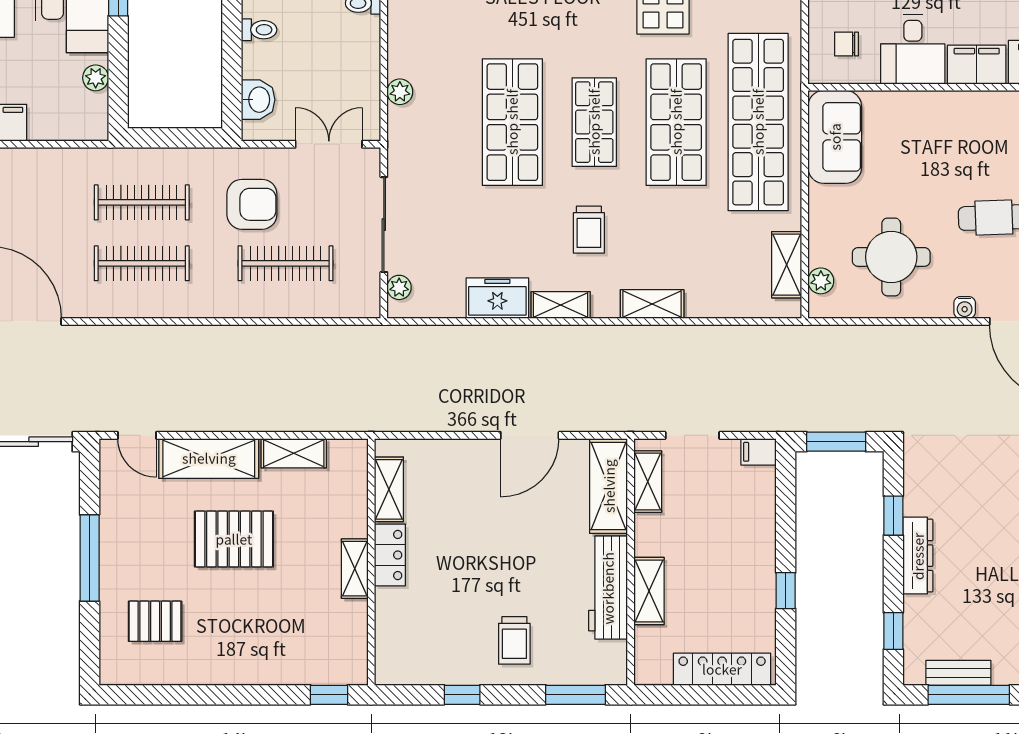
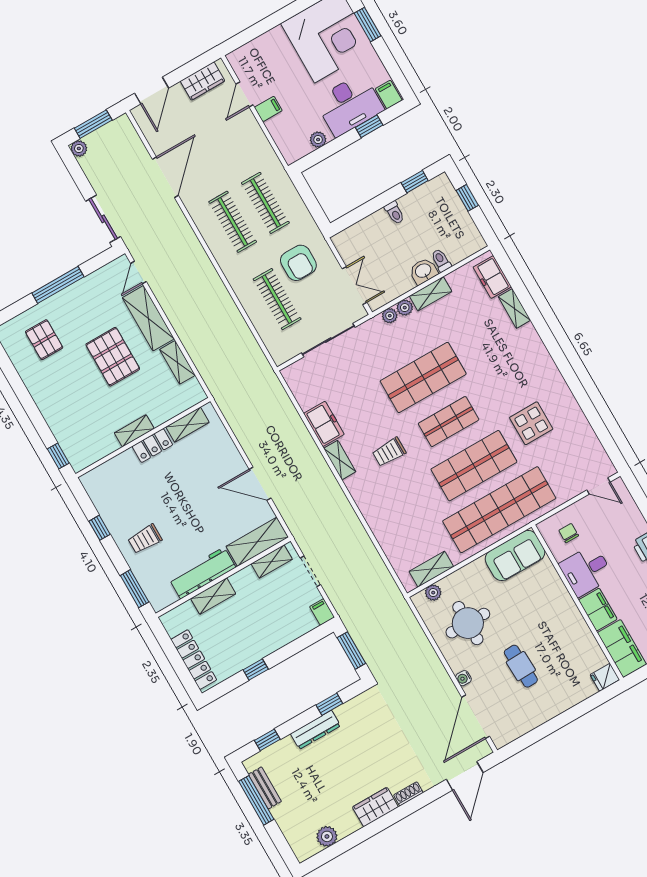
washbasin: (258, 100) -> (423, 271), moved, turned 180
plant: (399, 287) -> (390, 316), moved
shelving: (652, 304) -> (431, 294), moved, turned 90

